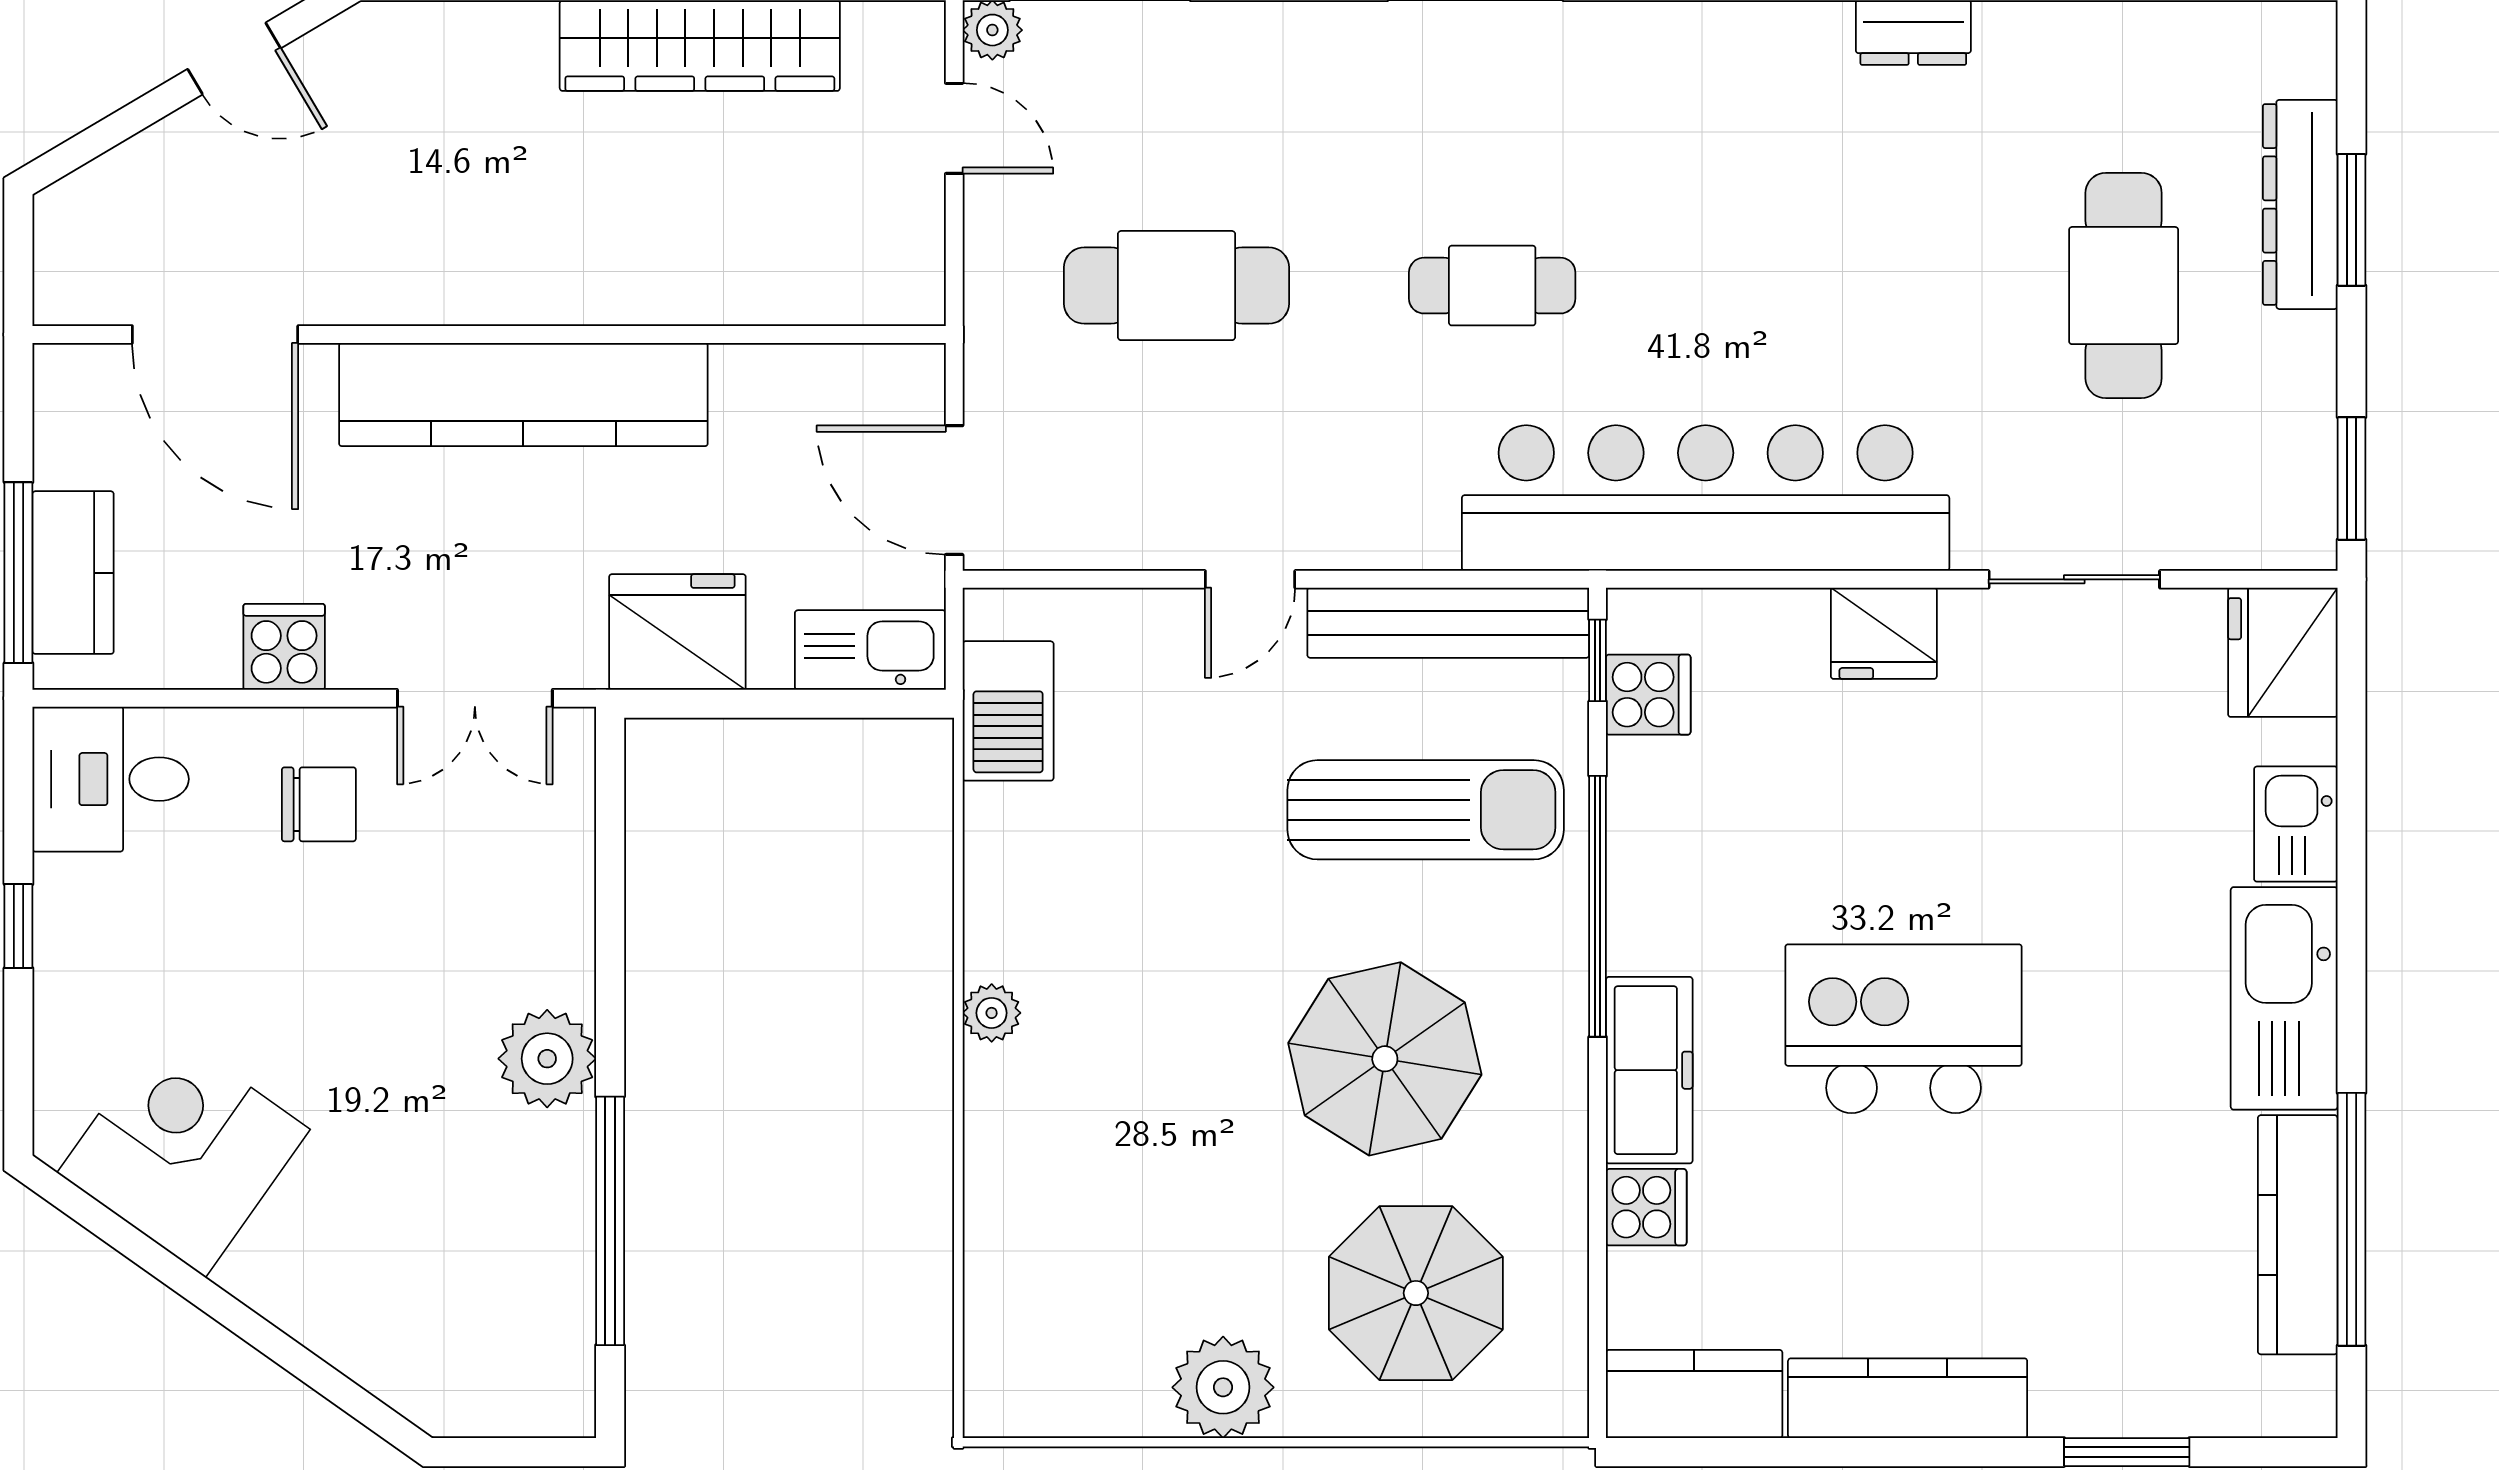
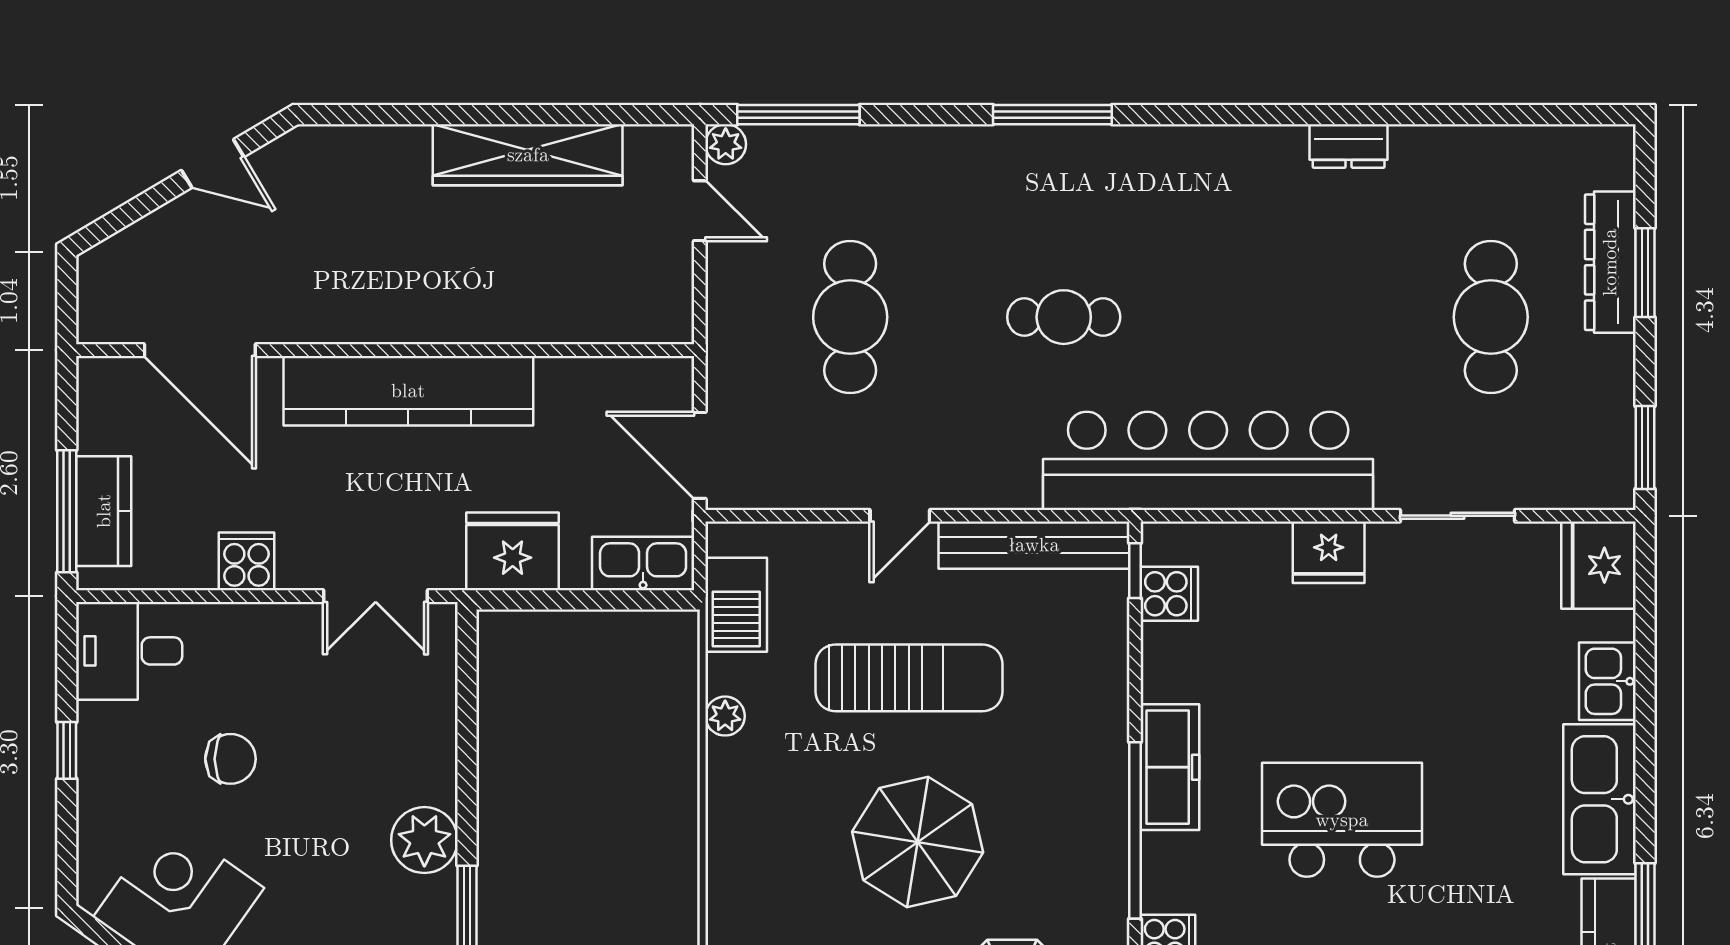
cafe table: (1177, 286) -> (850, 317), turned 90
chair: (319, 804) -> (230, 759), moved
sun lounger: (1426, 810) -> (909, 678), moved
window: (1598, 906) -> (1135, 830), moved
plant: (992, 1013) -> (725, 716), moved
parasol: (1385, 1059) -> (918, 842), moved
freezer: (1649, 1070) -> (1170, 767), moved

